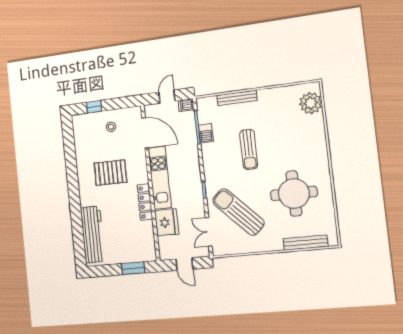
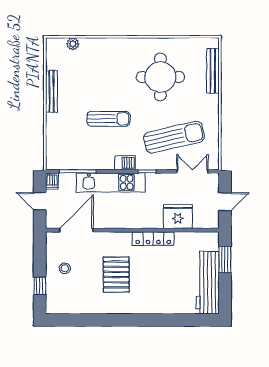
bench: (237, 98) -> (51, 91), moved
plant: (311, 103) -> (73, 44), width x0.53, depth x0.53
barbecue: (206, 133) -> (125, 163), moved
kitchen unit: (160, 178) -> (111, 183), moved, turned 180
sun lounger: (238, 212) -> (174, 137), turned -149
double door: (209, 232) -> (192, 171), swing flipped
workbench: (93, 234) -> (208, 283), moved, turned -90

